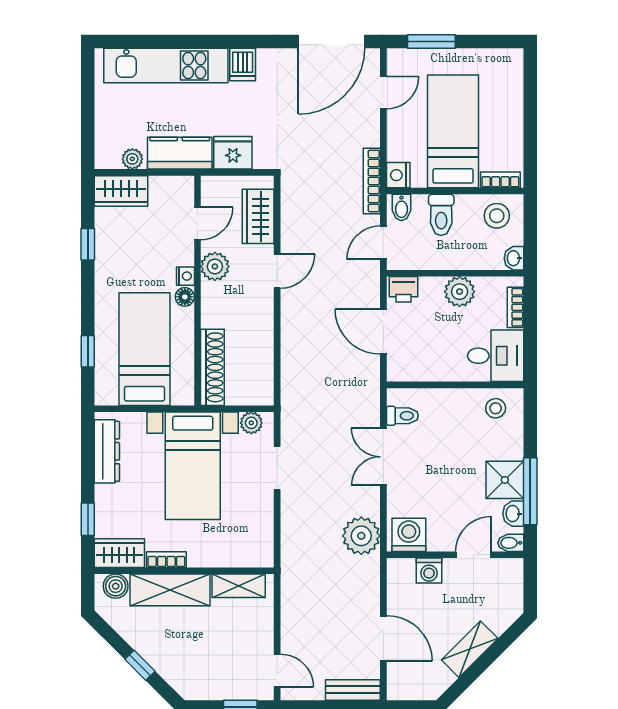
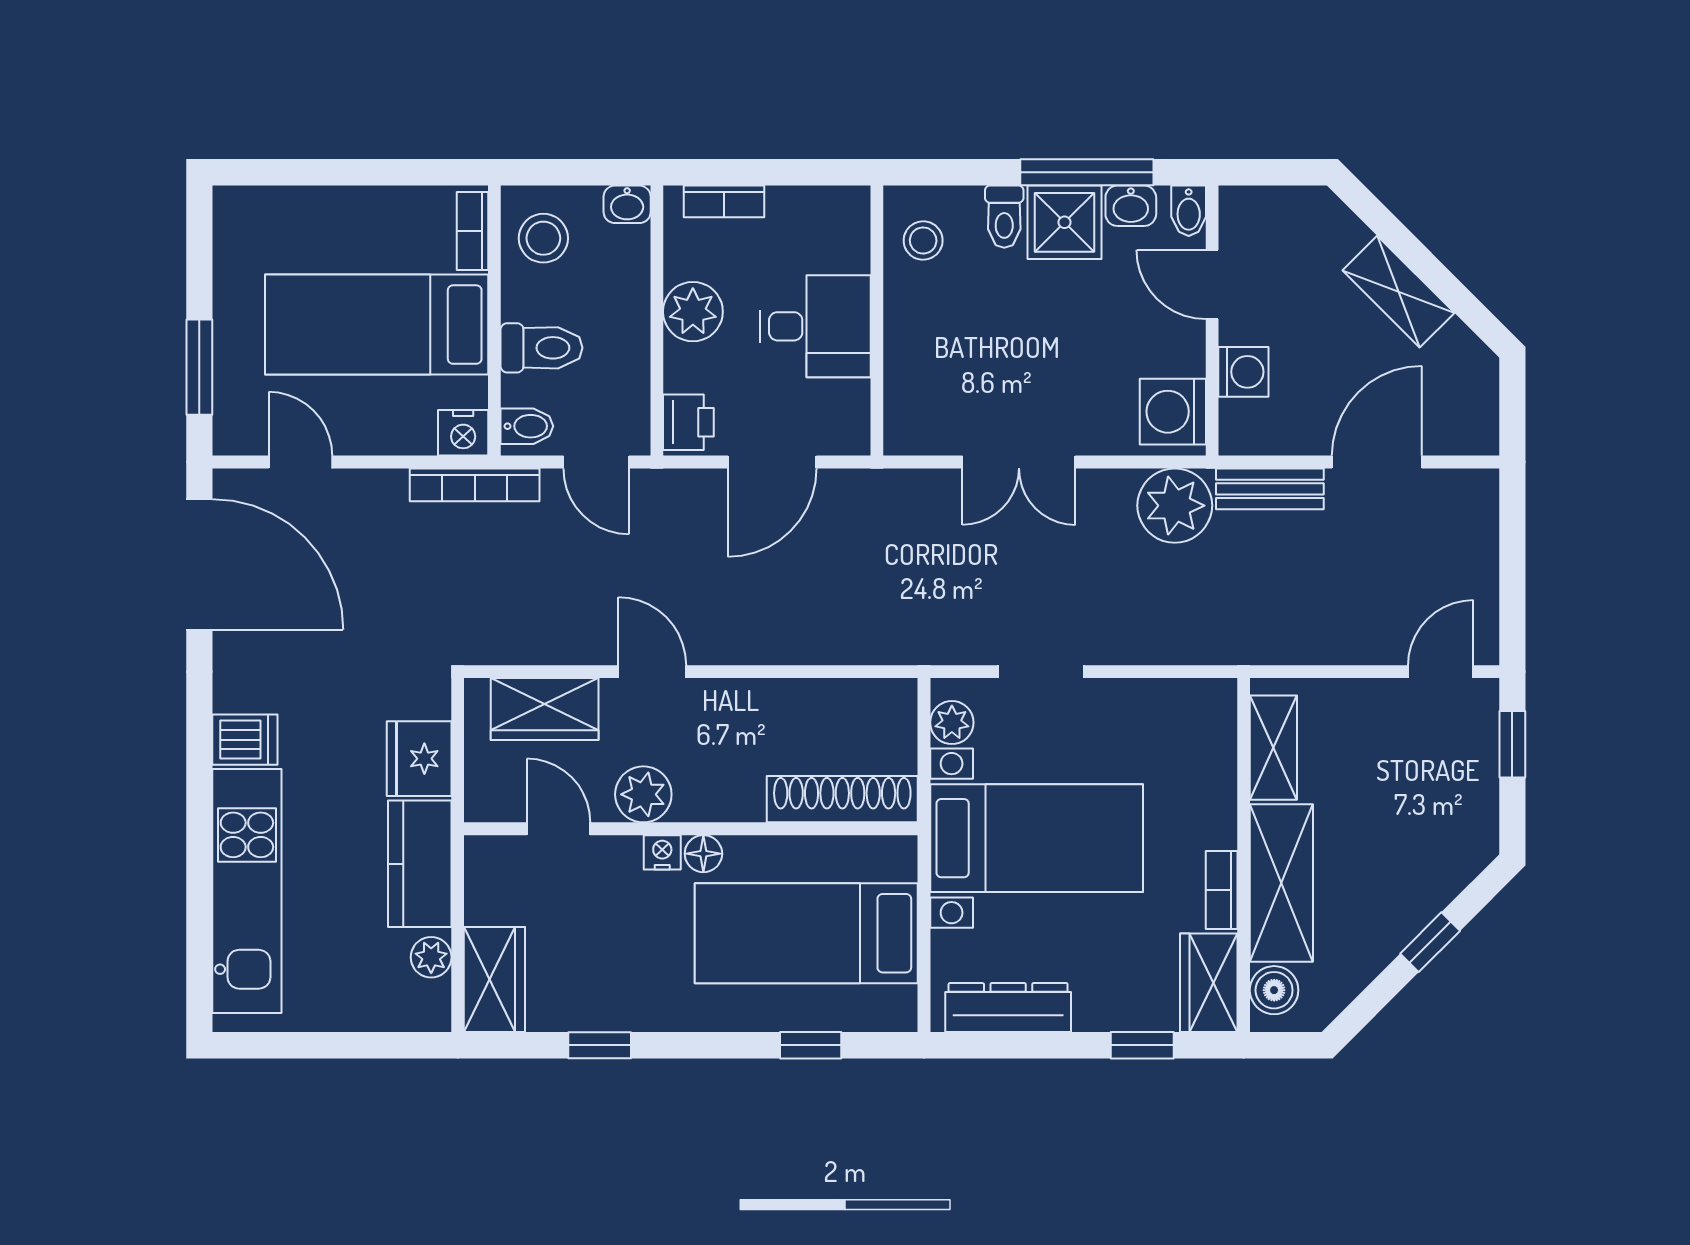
desk: (496, 356) -> (815, 326), moved, turned 90
toilet: (402, 416) -> (1004, 217), moved, turned 180
bench: (353, 690) -> (1270, 489), moved, turned 90

